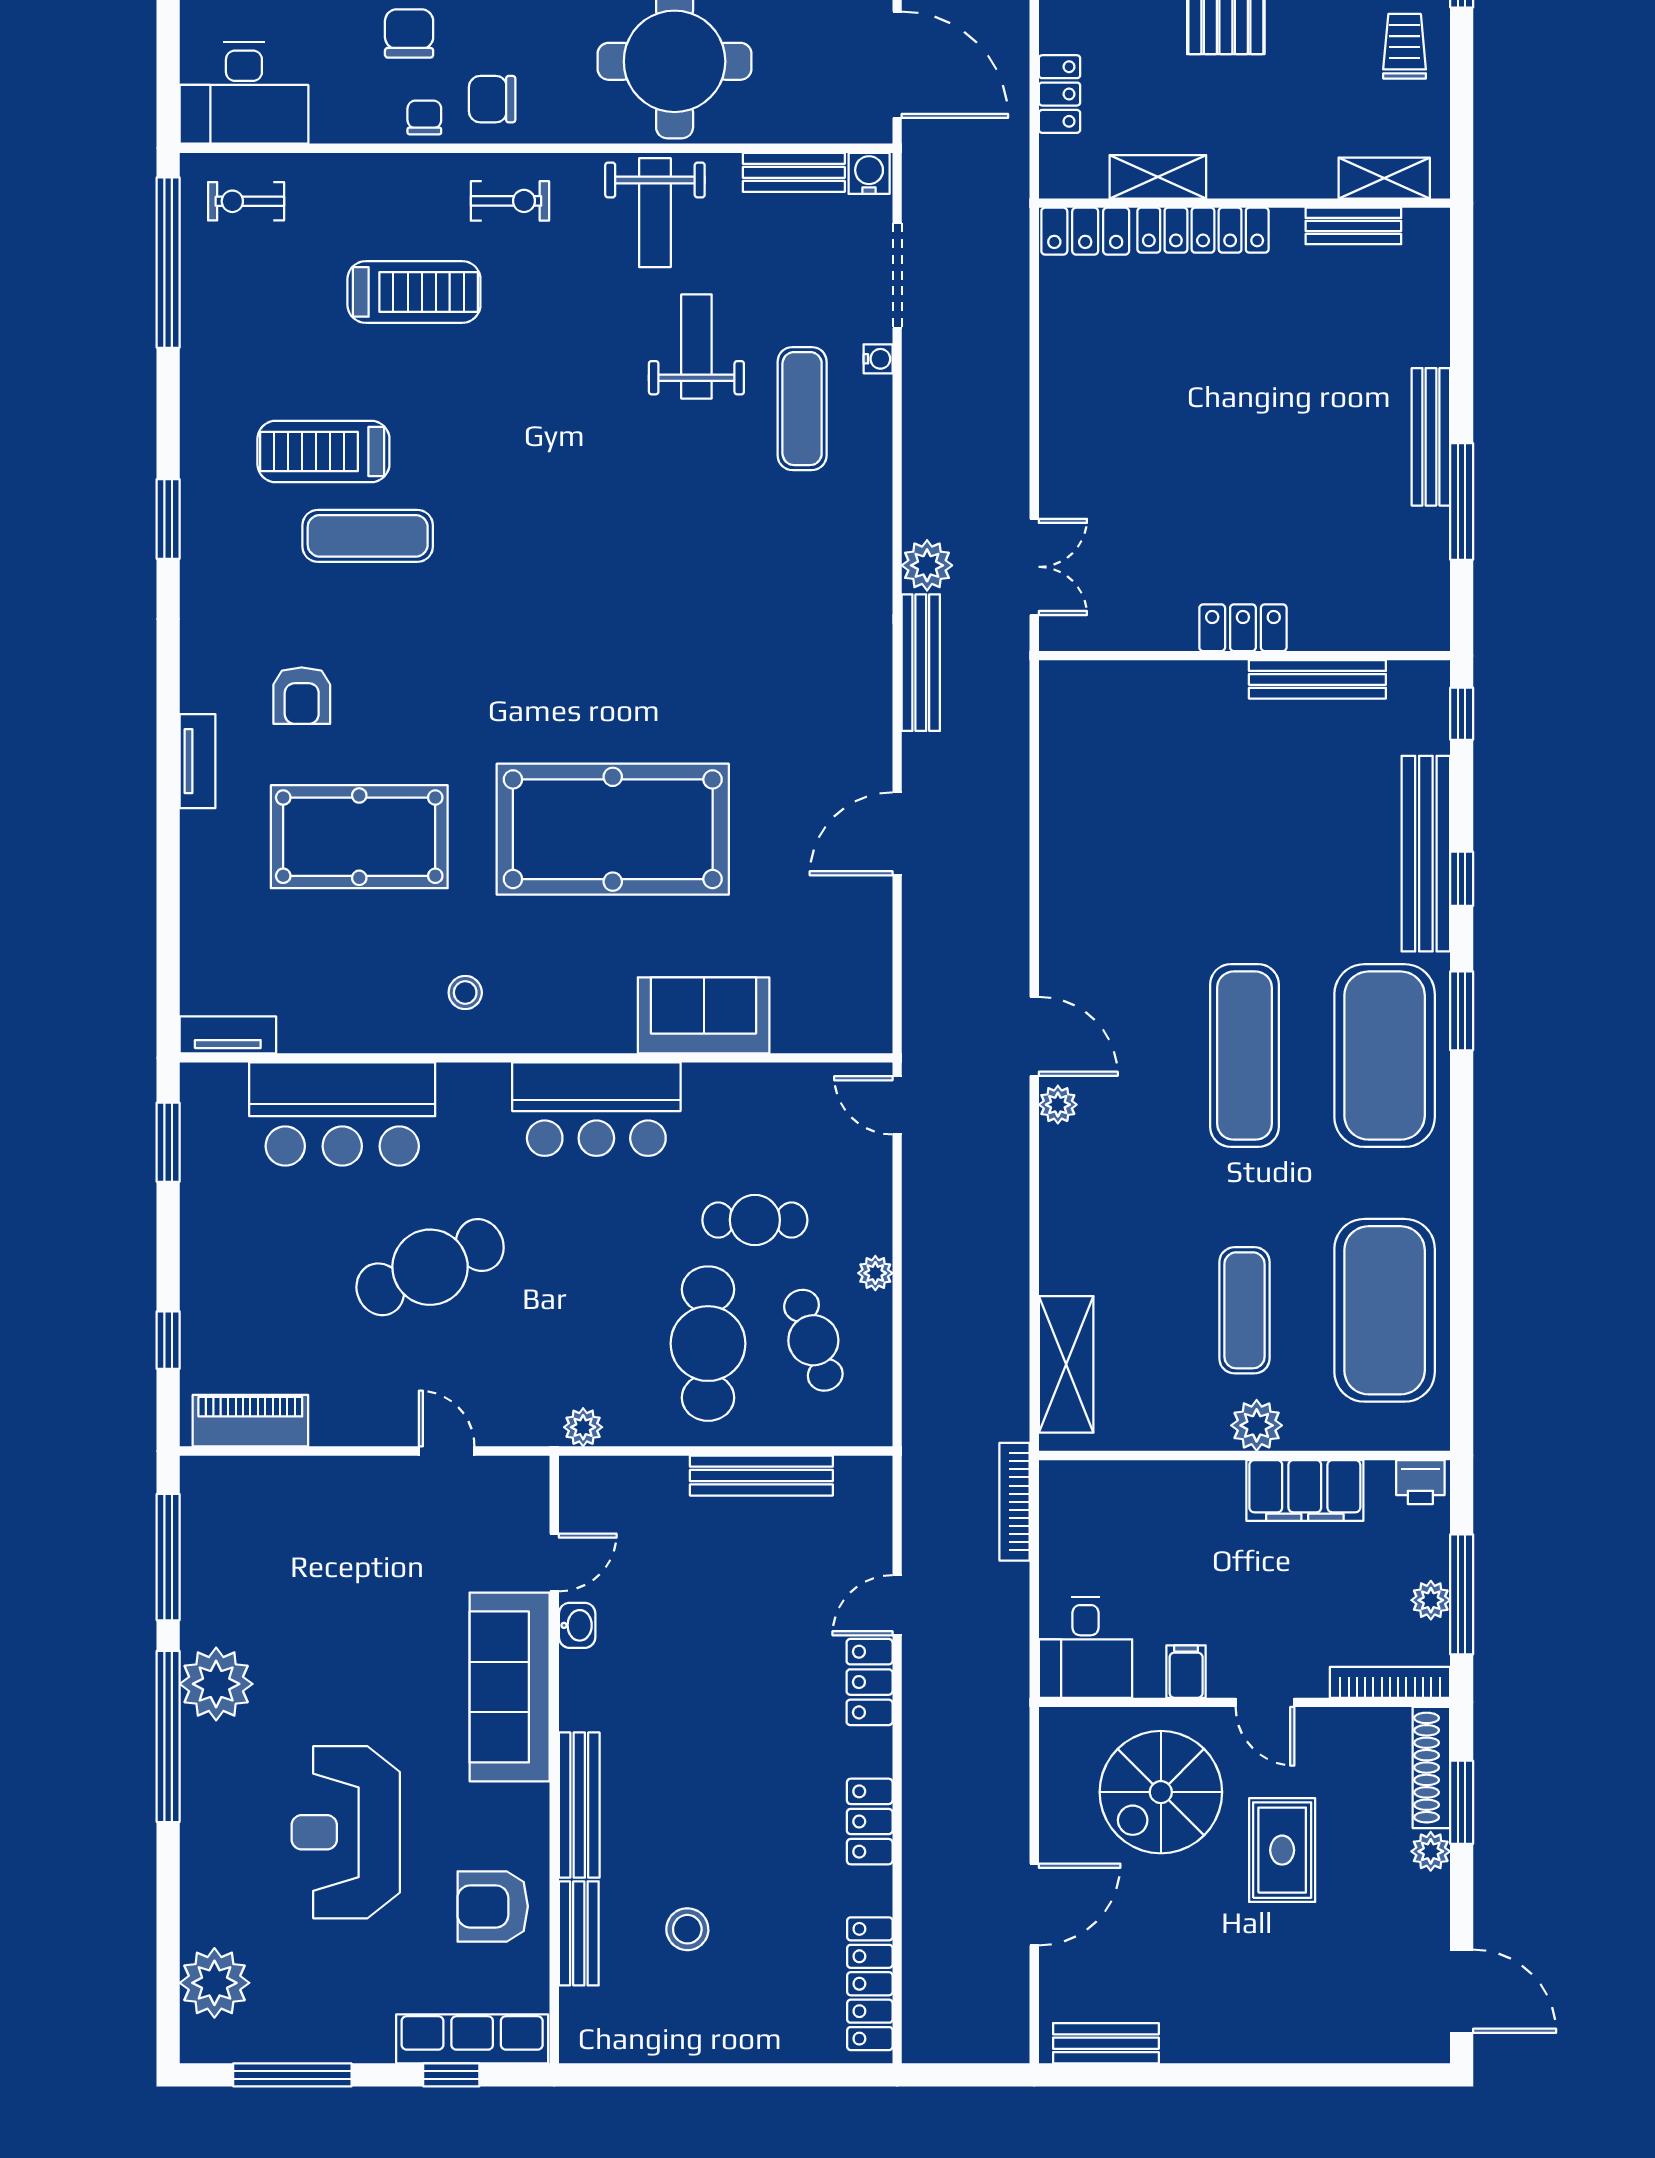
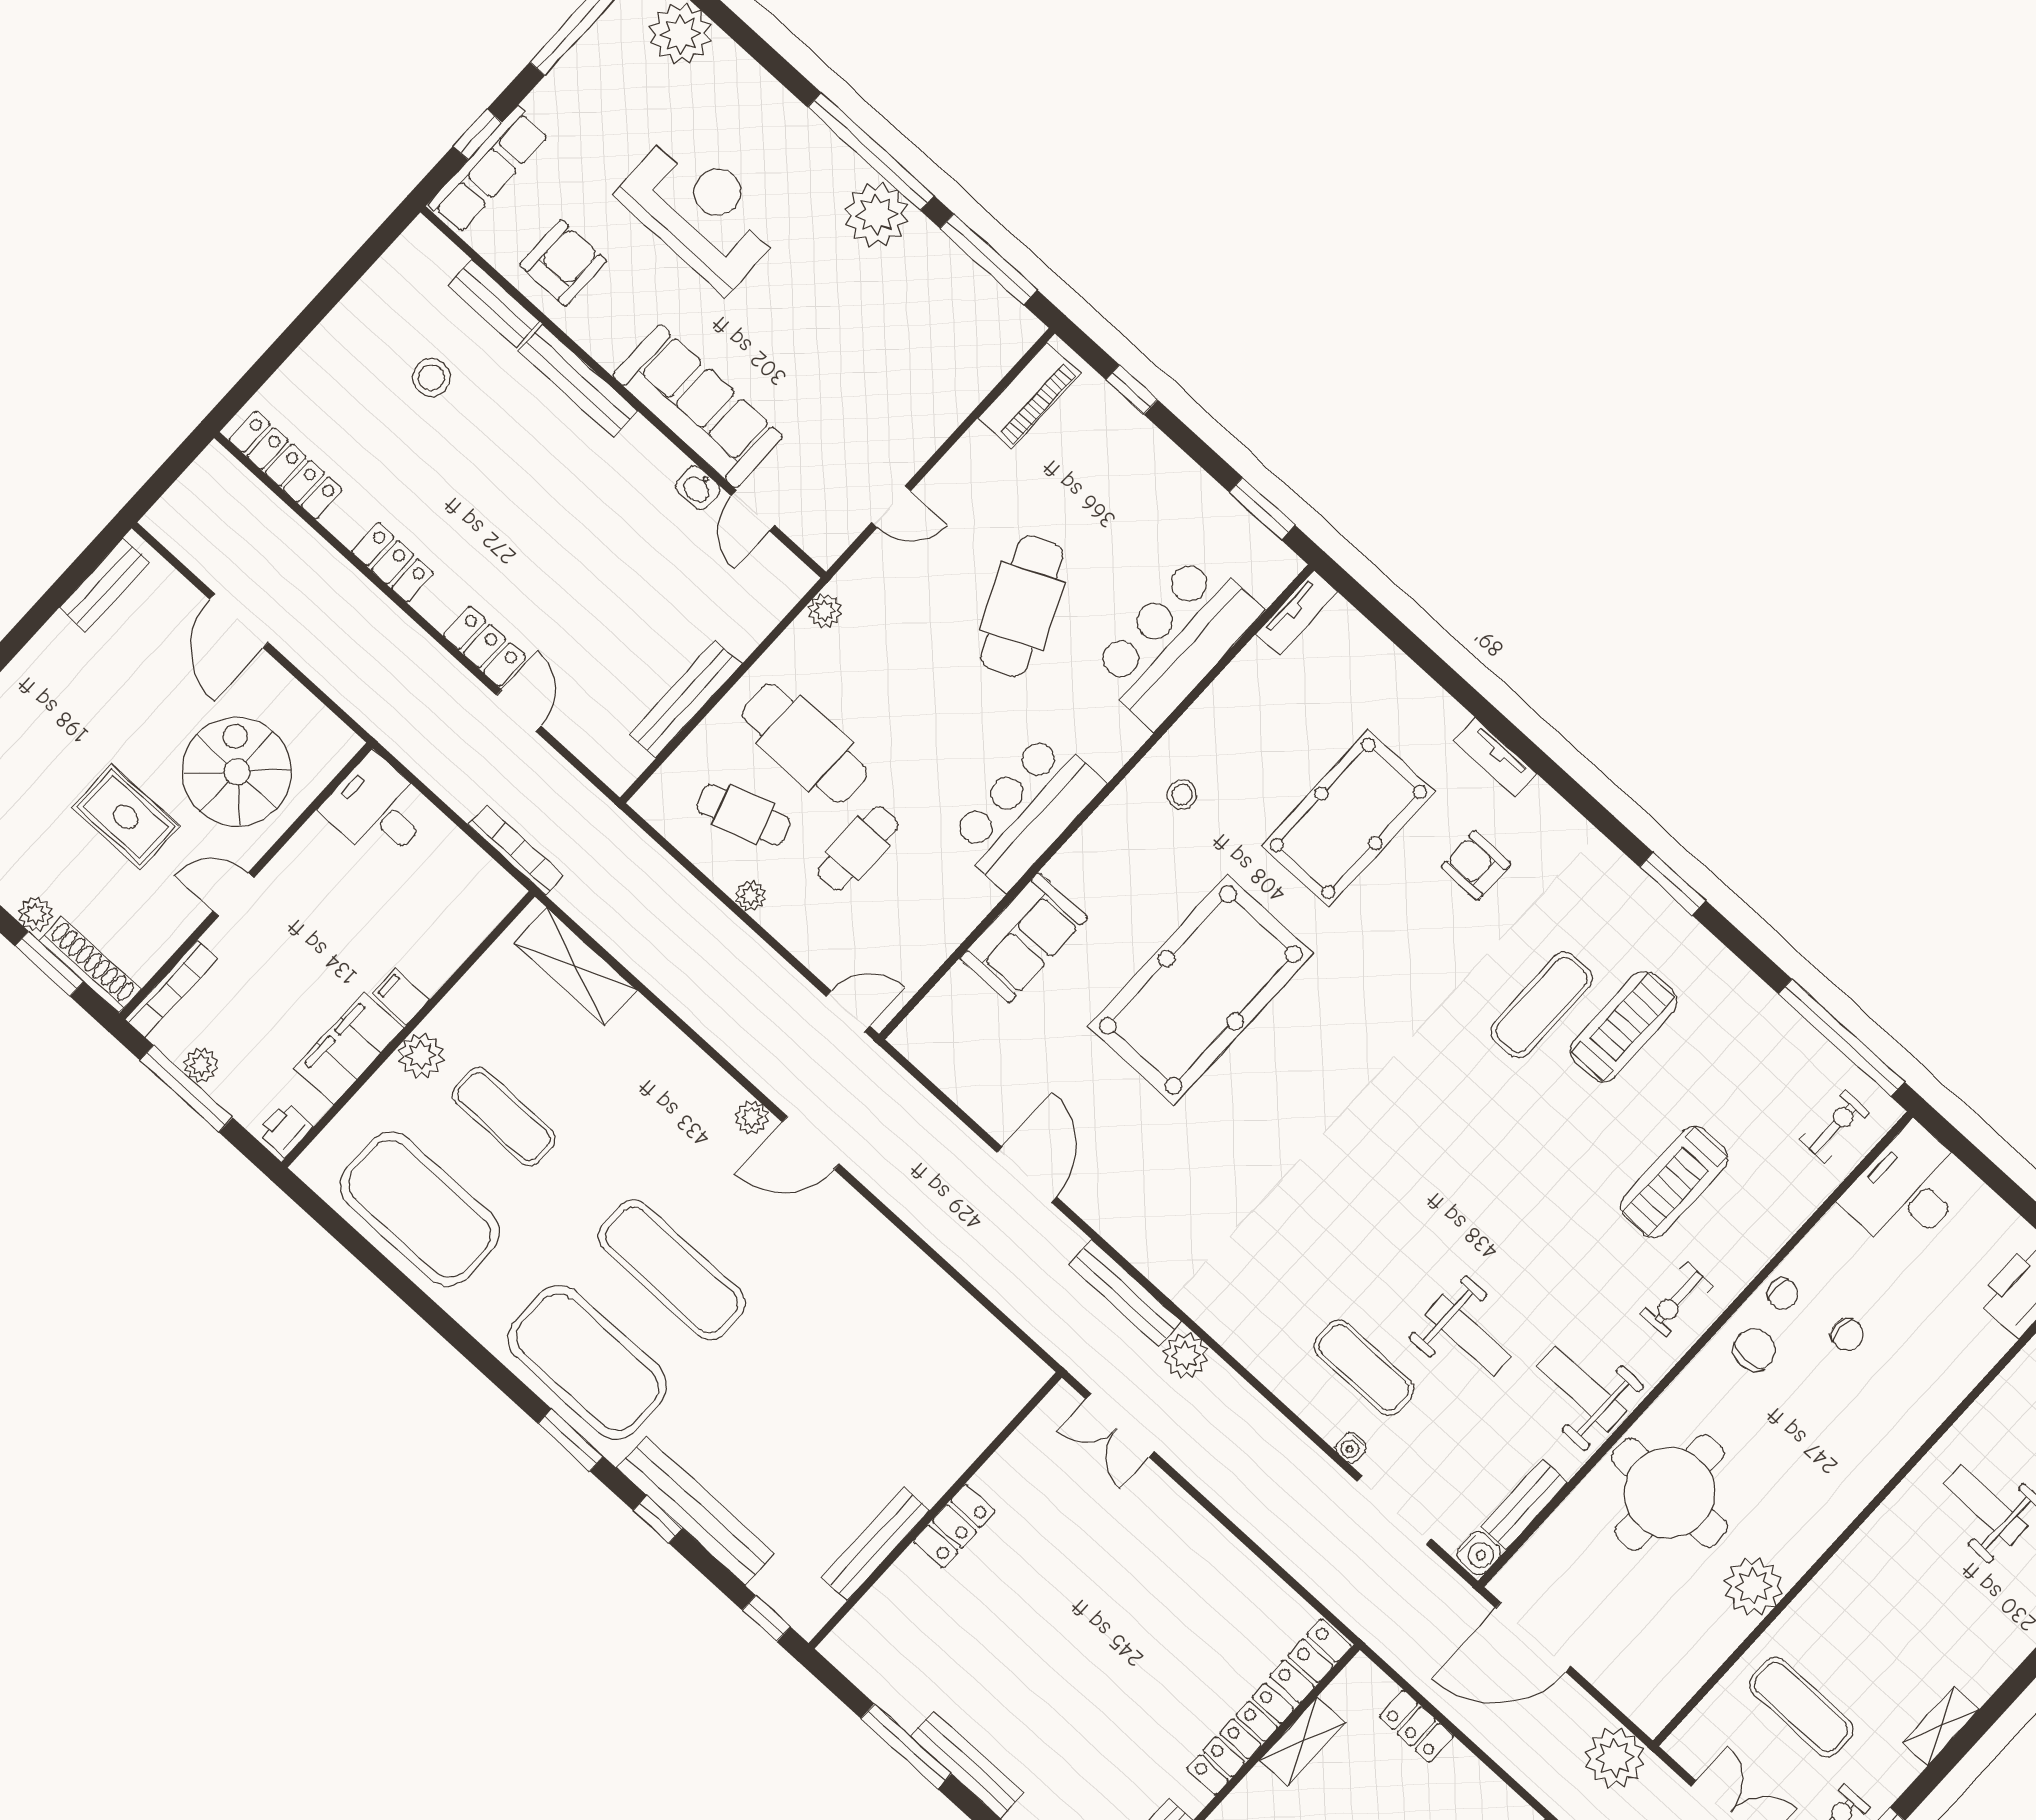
chair: (409, 33) -> (1847, 1334), width x0.73, depth x0.73
filing cabinet: (1186, 1672) -> (401, 997), moved, turned 180

